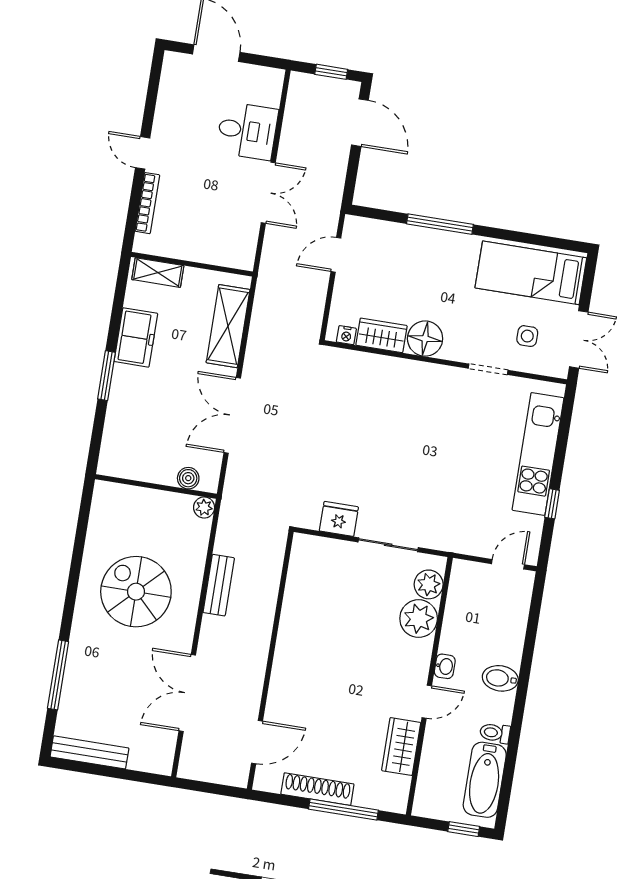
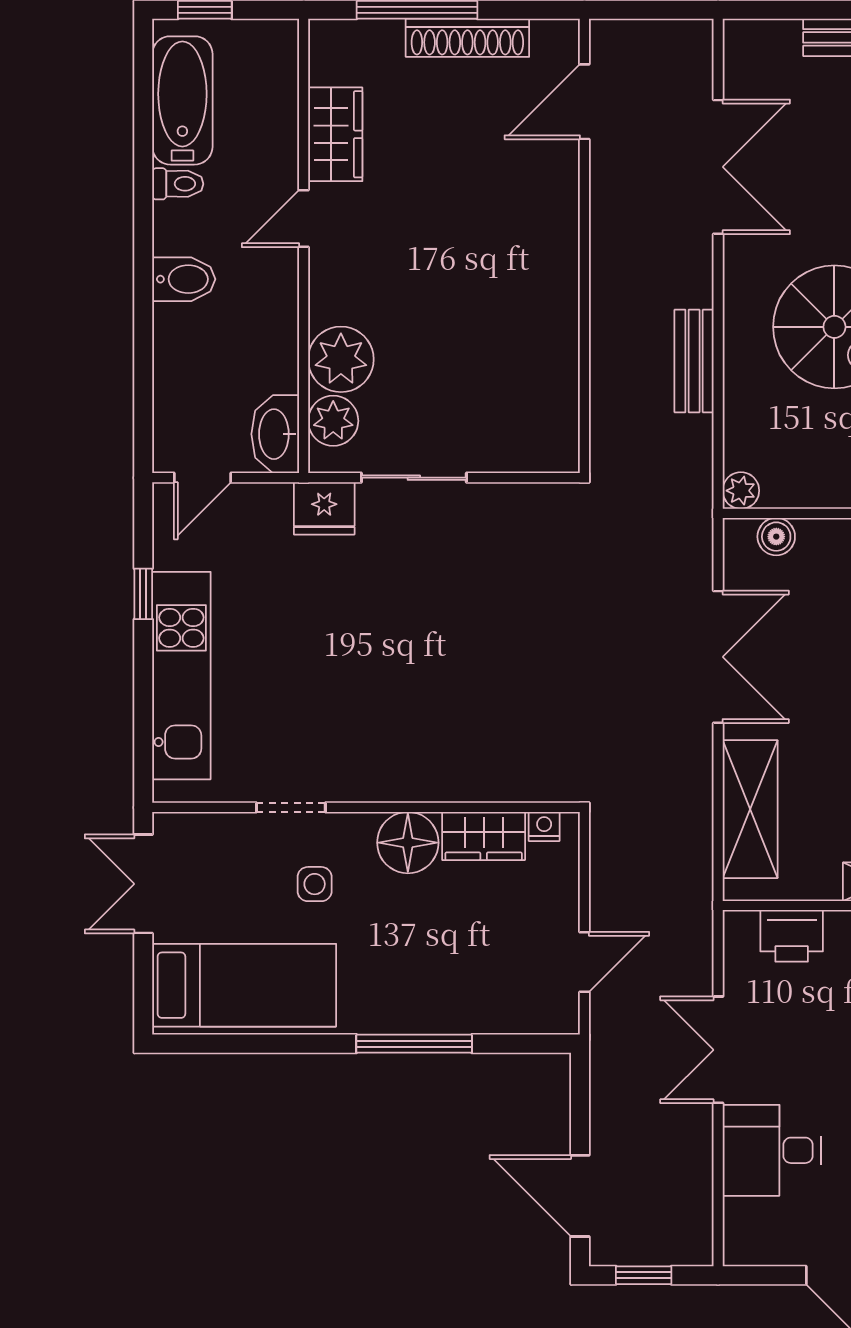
printer: (216, 251) -> (792, 936), added
side table: (527, 336) -> (315, 884), moved
fridge: (339, 519) -> (324, 508), moved
washbasin: (445, 666) -> (275, 434), moved, width x1.91, depth x1.45

